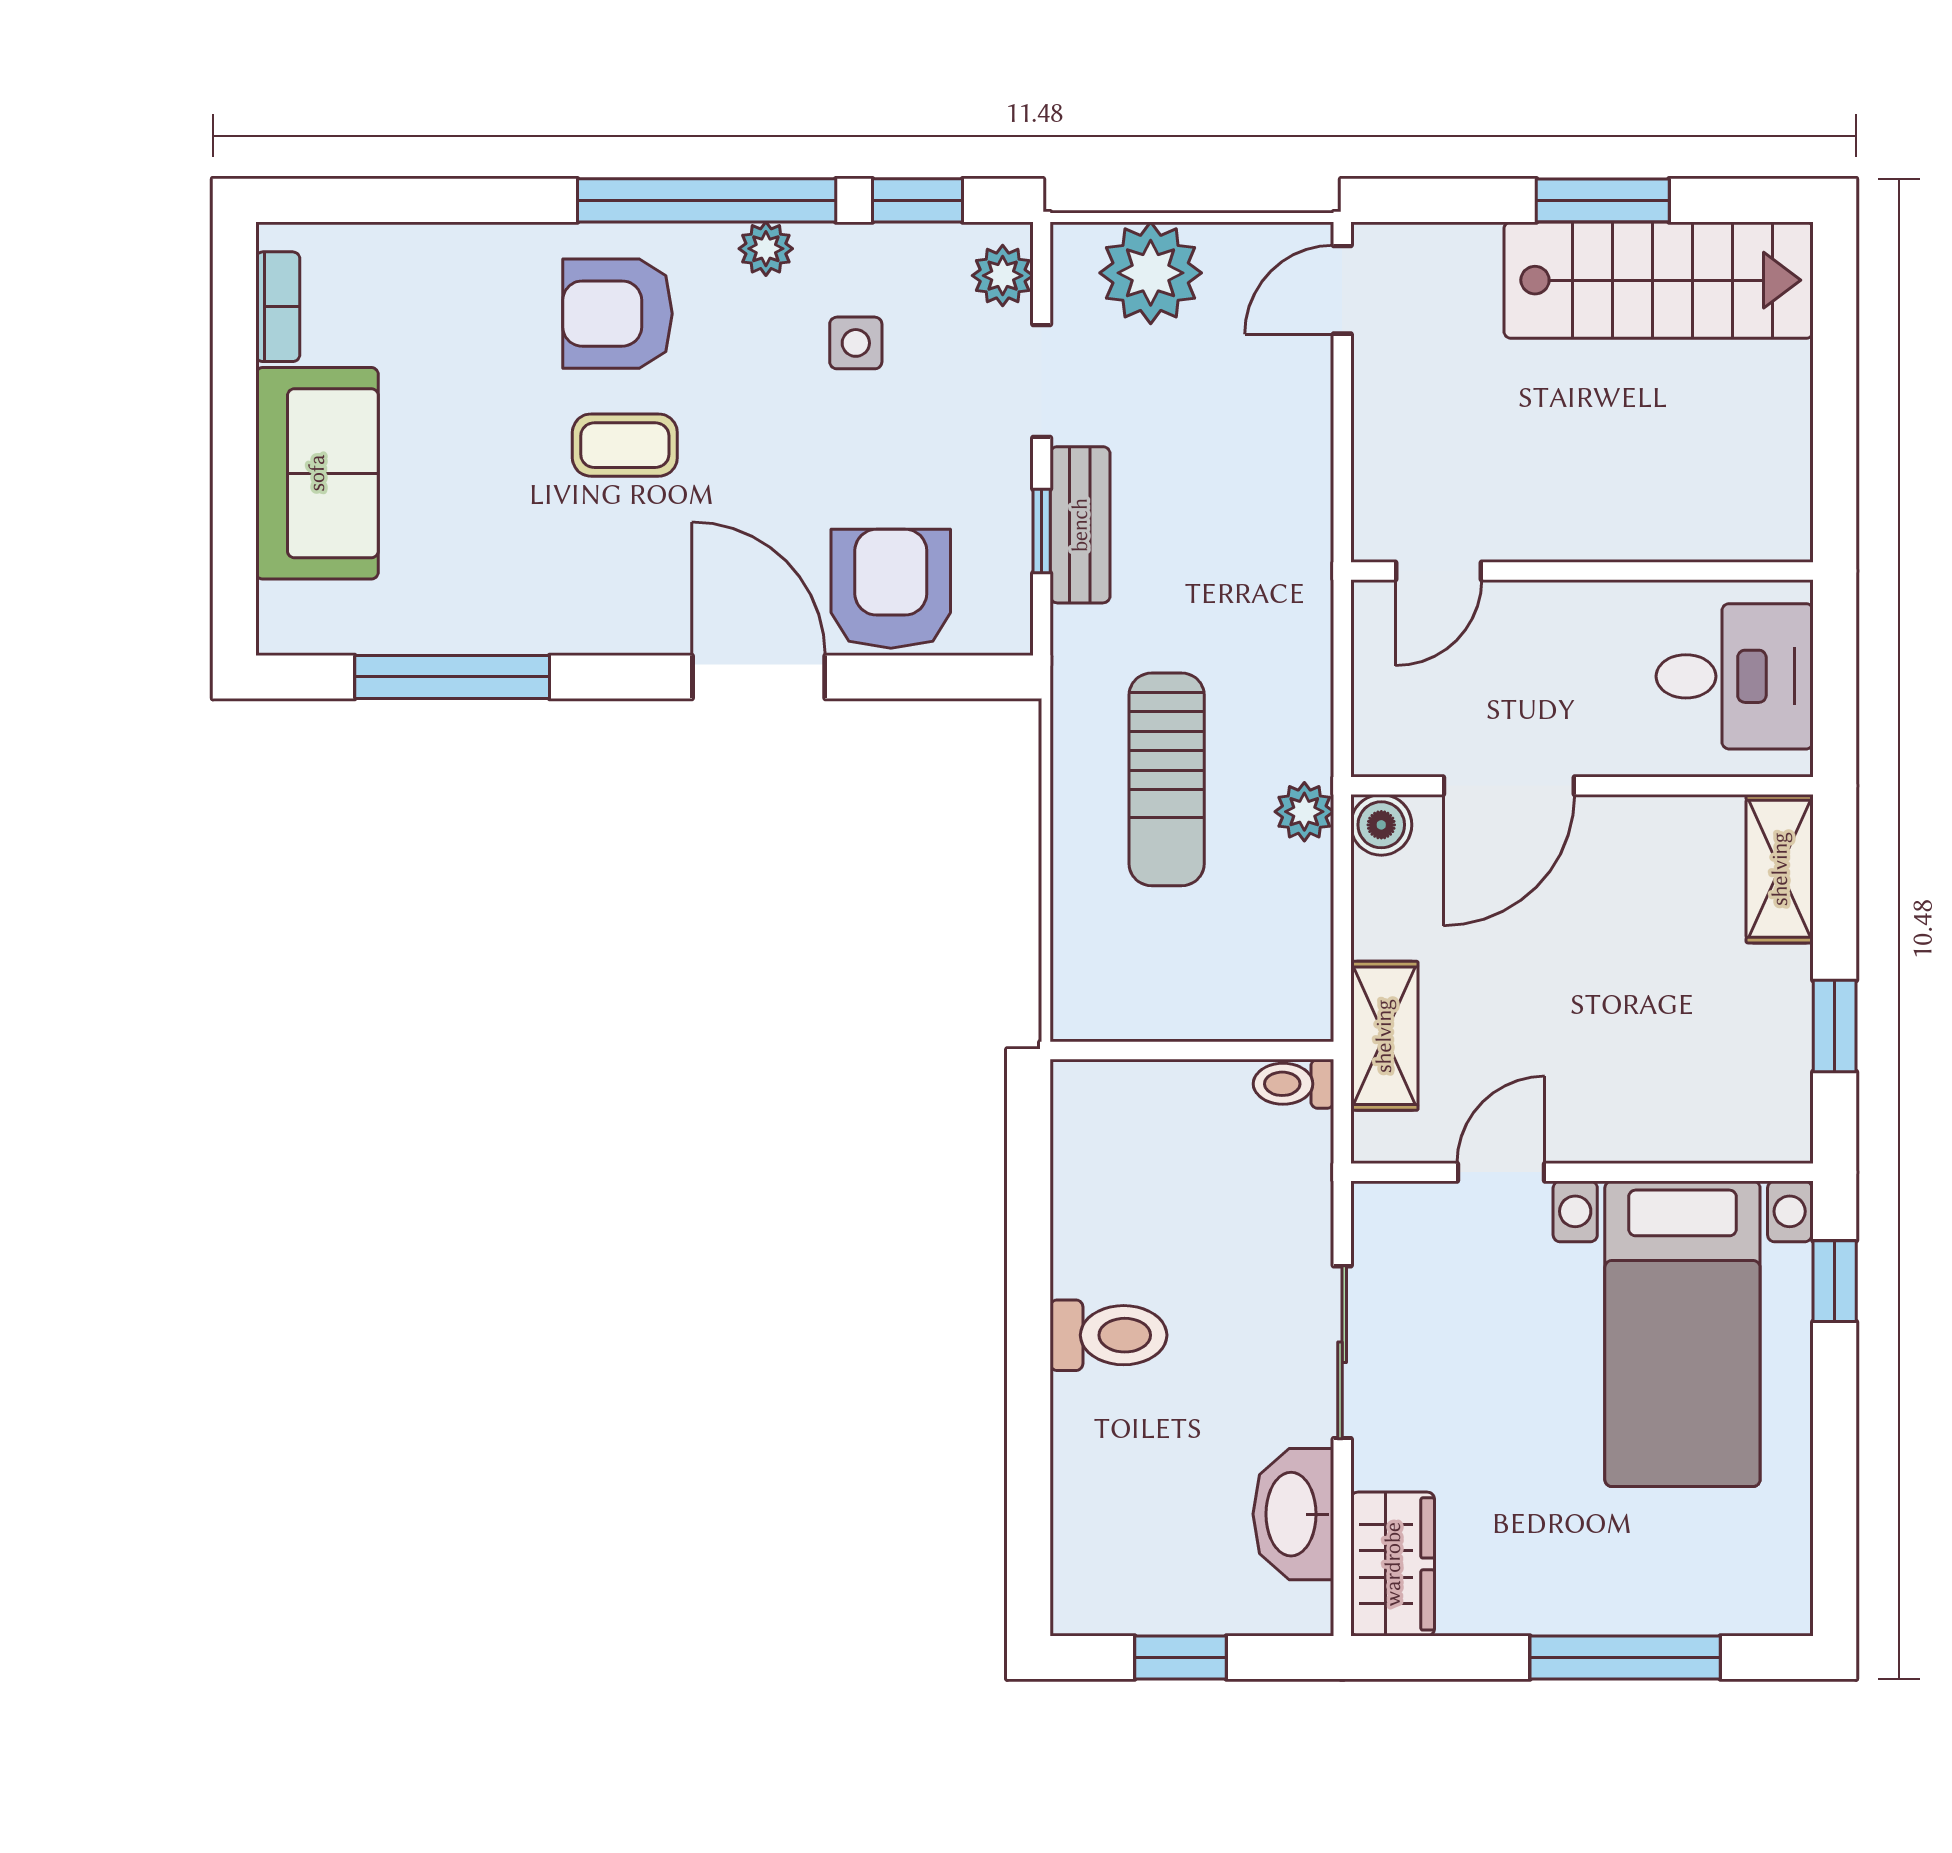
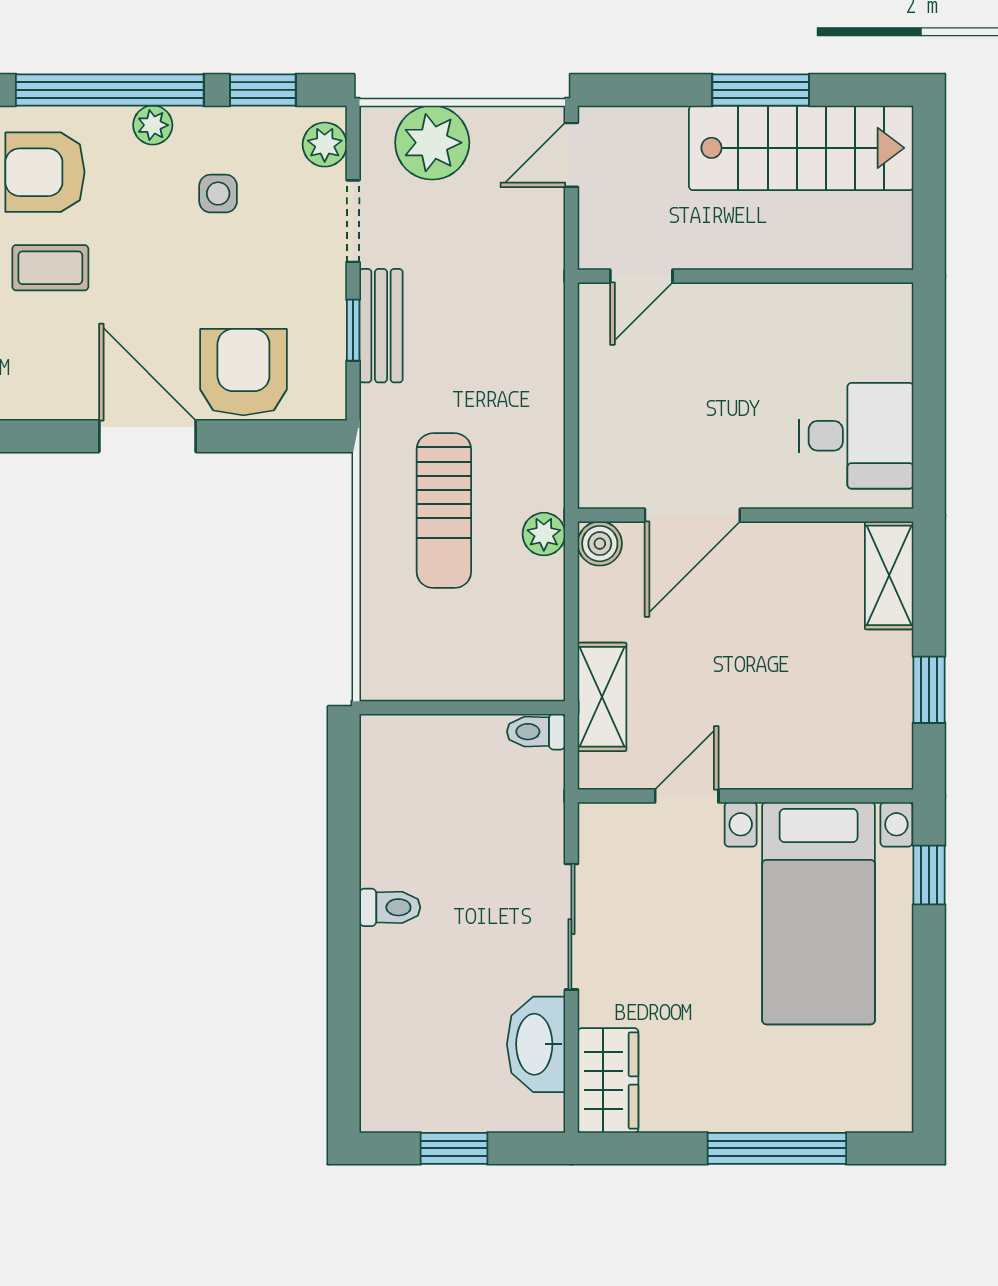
door: (1439, 571) -> (641, 276), moved
wall: (1582, 571) -> (746, 276), moved
toilet: (1108, 1335) -> (390, 907), width x0.73, depth x0.72

